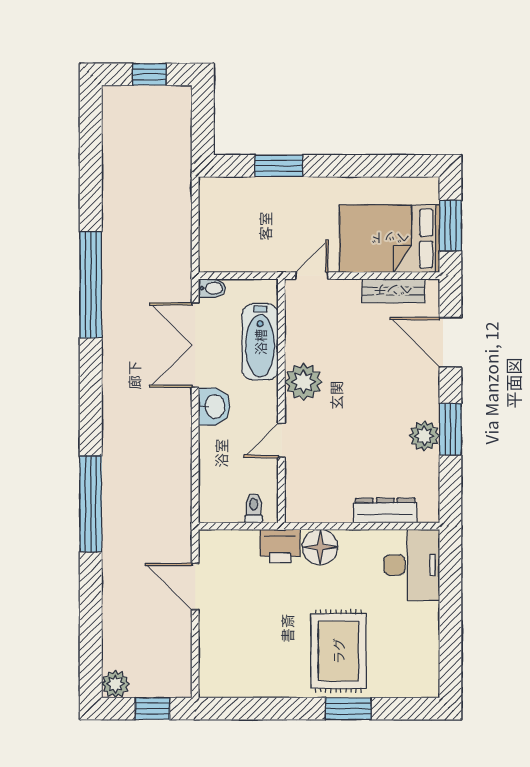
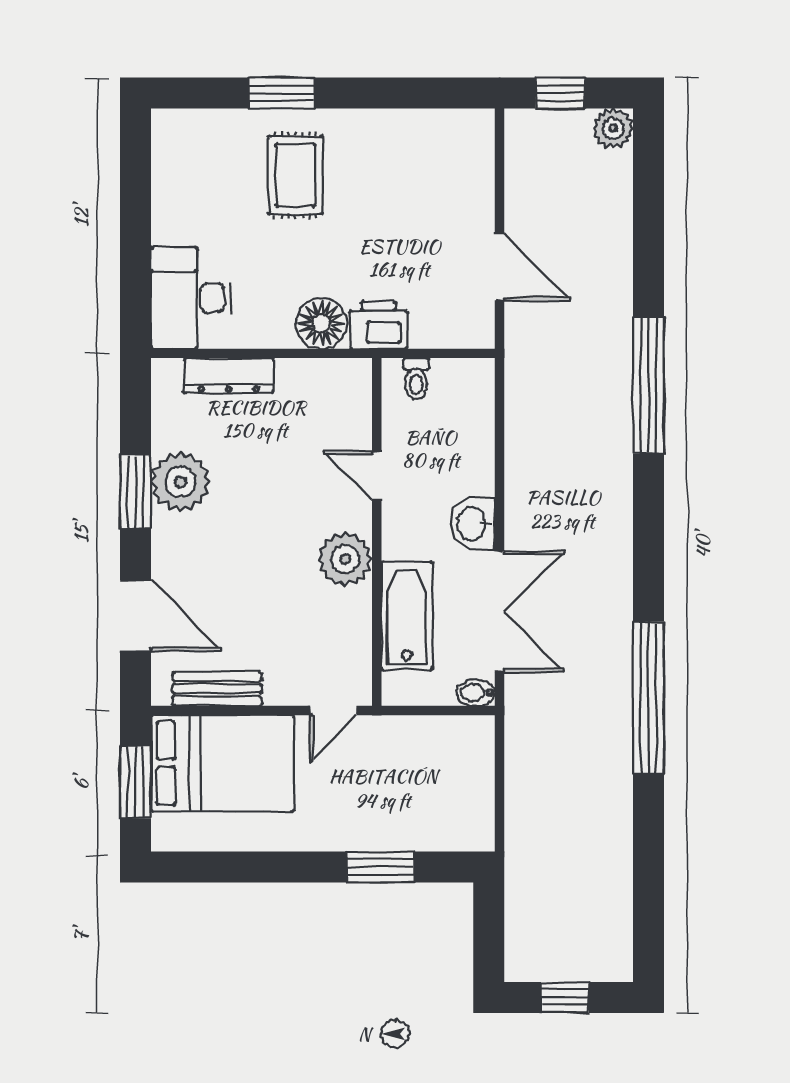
plant: (424, 436) -> (181, 482), width x1.36, depth x1.36
door: (281, 440) -> (377, 476), swing flipped
rug: (338, 651) -> (295, 175), width x0.73, depth x0.70

